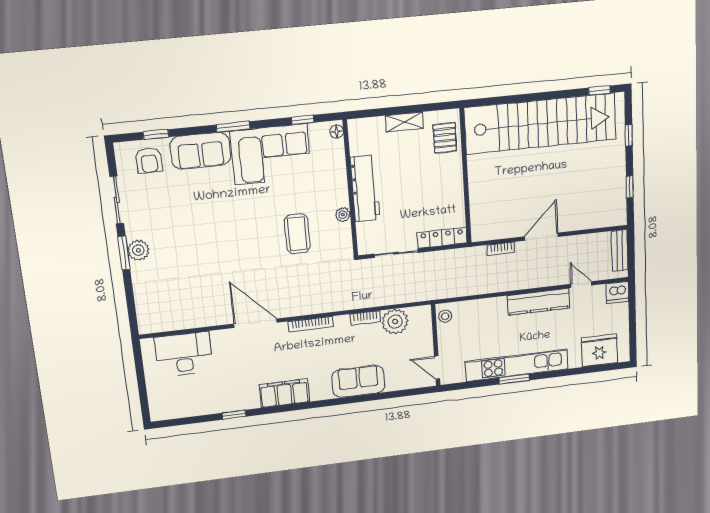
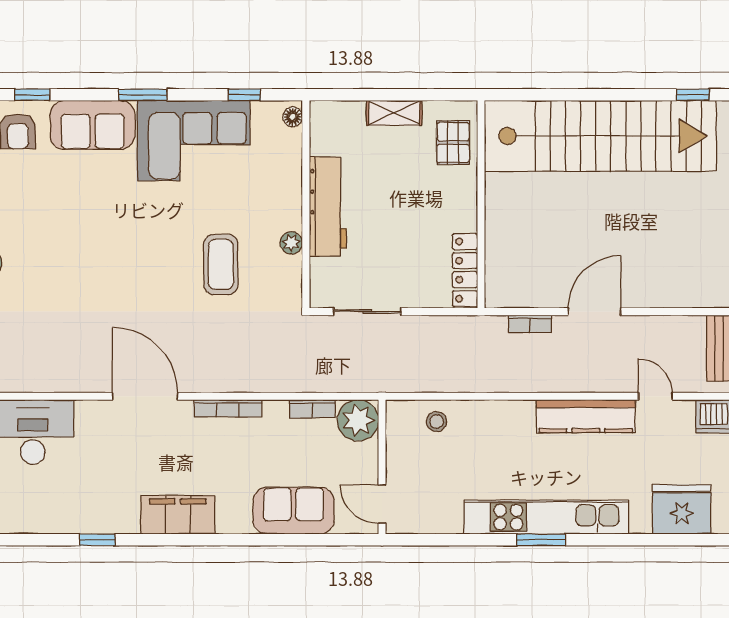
locker: (442, 238) -> (465, 270), moved, turned -90
wall: (436, 345) -> (382, 467), moved
door: (437, 368) -> (382, 504), moved

